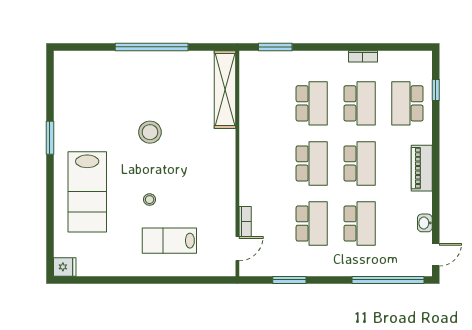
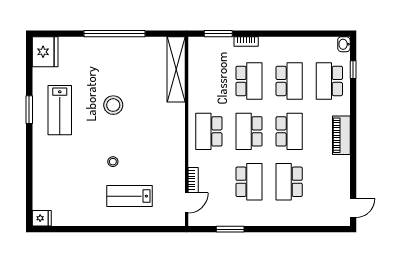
bookcase: (363, 56) -> (246, 41), moved
fridge: (69, 69) -> (45, 52), added
school desk: (264, 163) -> (209, 131), added
school desk: (312, 163) -> (249, 131), turned 180
lab bench: (87, 192) -> (60, 110), moved, width x0.73, depth x0.72
washbasin: (425, 223) -> (344, 44), moved
school desk: (360, 224) -> (289, 182), turned 180
window: (388, 280) -> (313, 229), removed

